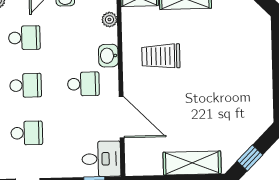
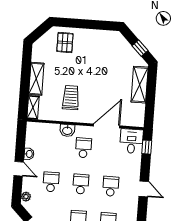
plant: (109, 20) -> (45, 128), removed
pallet: (247, 38) -> (65, 42), added
trolley: (161, 56) -> (71, 98), turned 180

